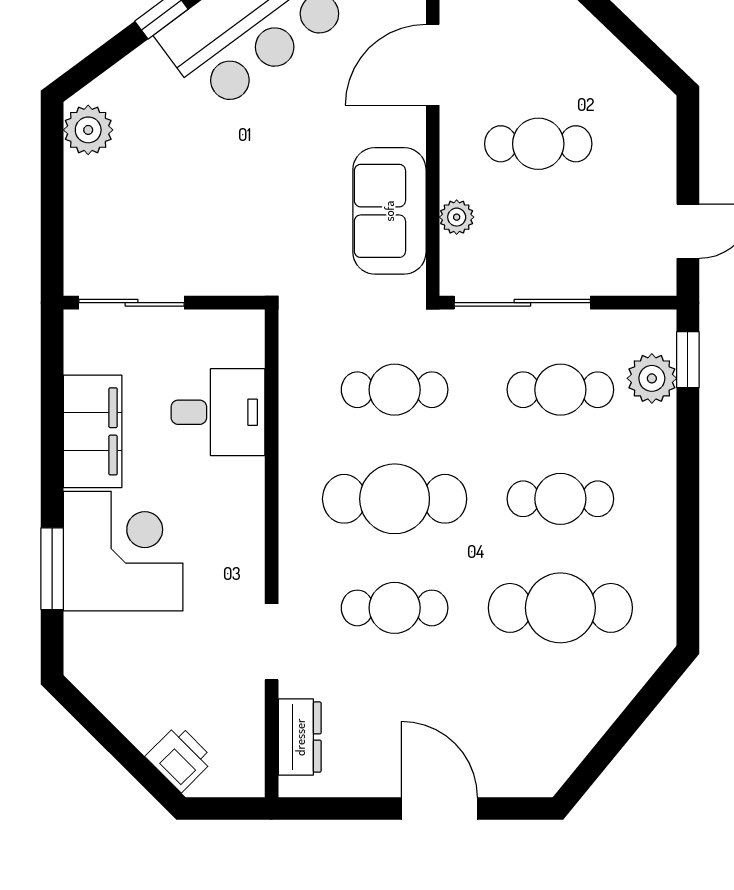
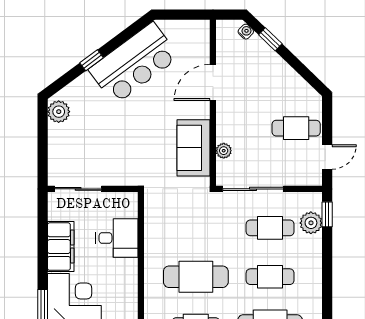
cafe table: (538, 144) -> (296, 128), moved
cafe table: (395, 390) -> (196, 228), removed

